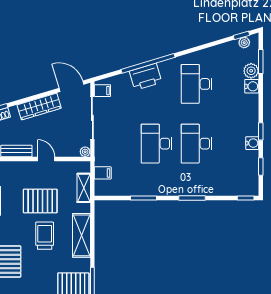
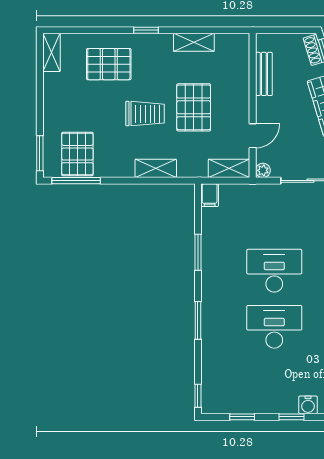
water cooler: (252, 143) -> (308, 405), moved
door: (46, 159) -> (253, 136), moved
filing cabinet: (103, 173) -> (210, 195), moved
shelving: (84, 188) -> (229, 168), moved
shelving: (81, 235) -> (156, 168), width x0.67, depth x0.75

